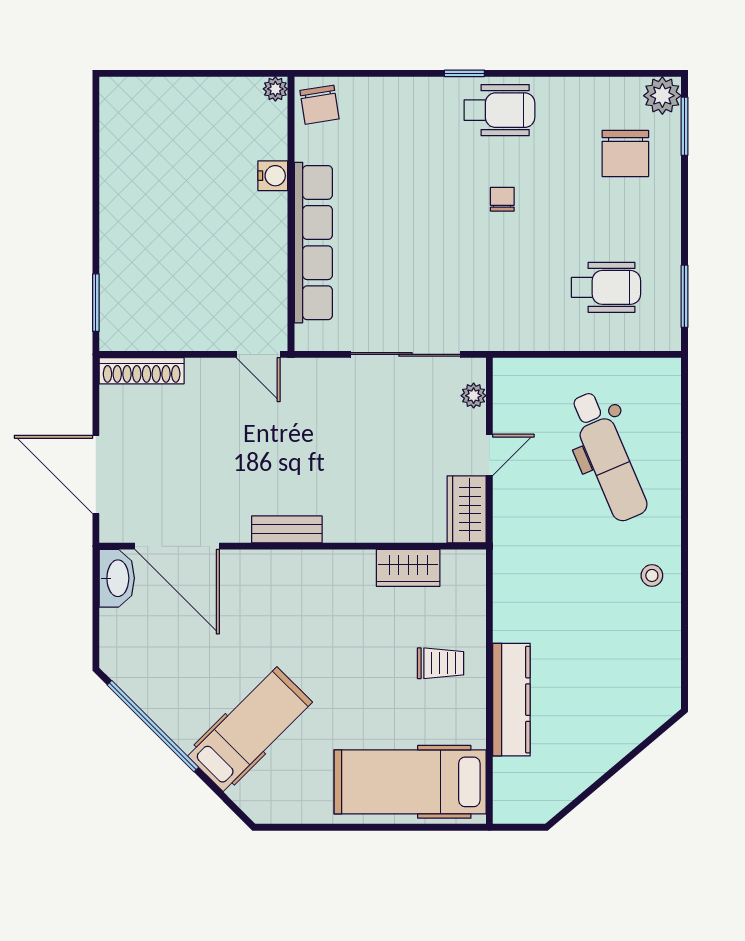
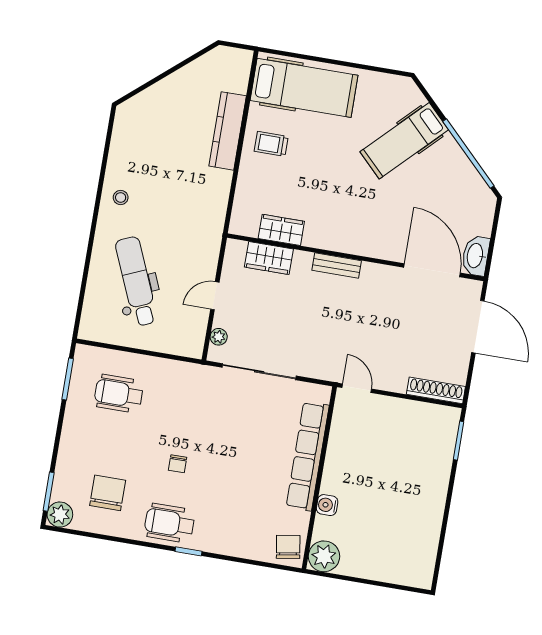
plant: (275, 89) -> (324, 556), width x1.87, depth x1.87
chair: (625, 153) -> (108, 493), moved
wardrobe: (467, 509) -> (269, 258), moved, turned 90
bench: (287, 529) -> (337, 265), moved
trolley: (441, 663) -> (271, 144), moved

